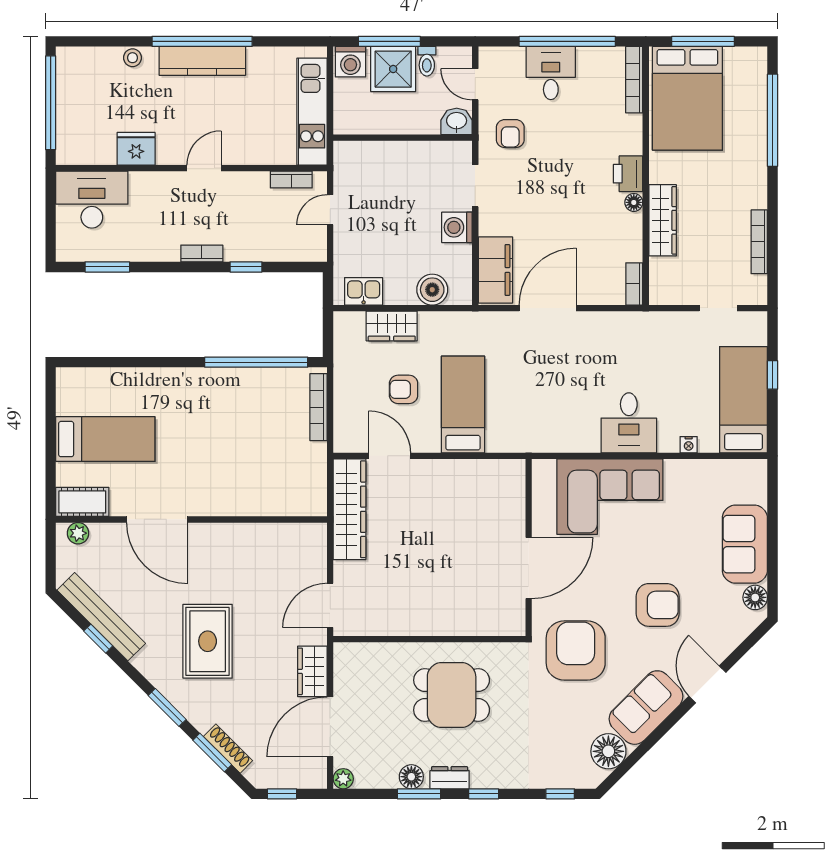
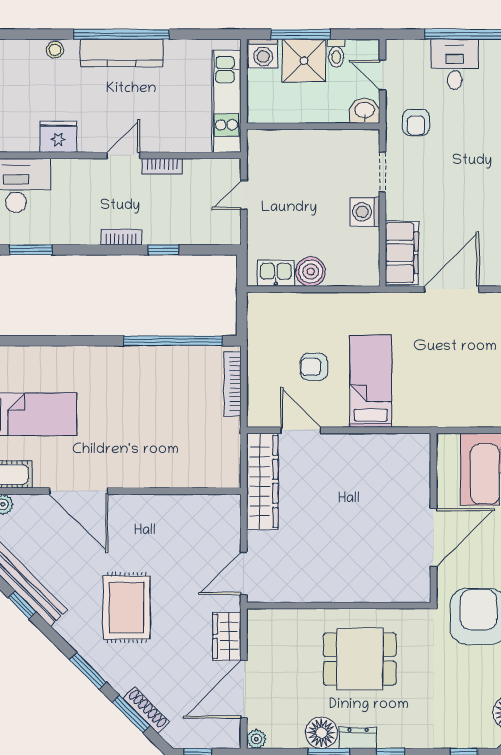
bookcase: (291, 180) -> (162, 166), moved
boiler: (432, 290) -> (311, 272), moved
wardrobe: (392, 326) -> (303, 306), removed
floor lamp: (411, 777) -> (321, 733), width x1.38, depth x1.38

